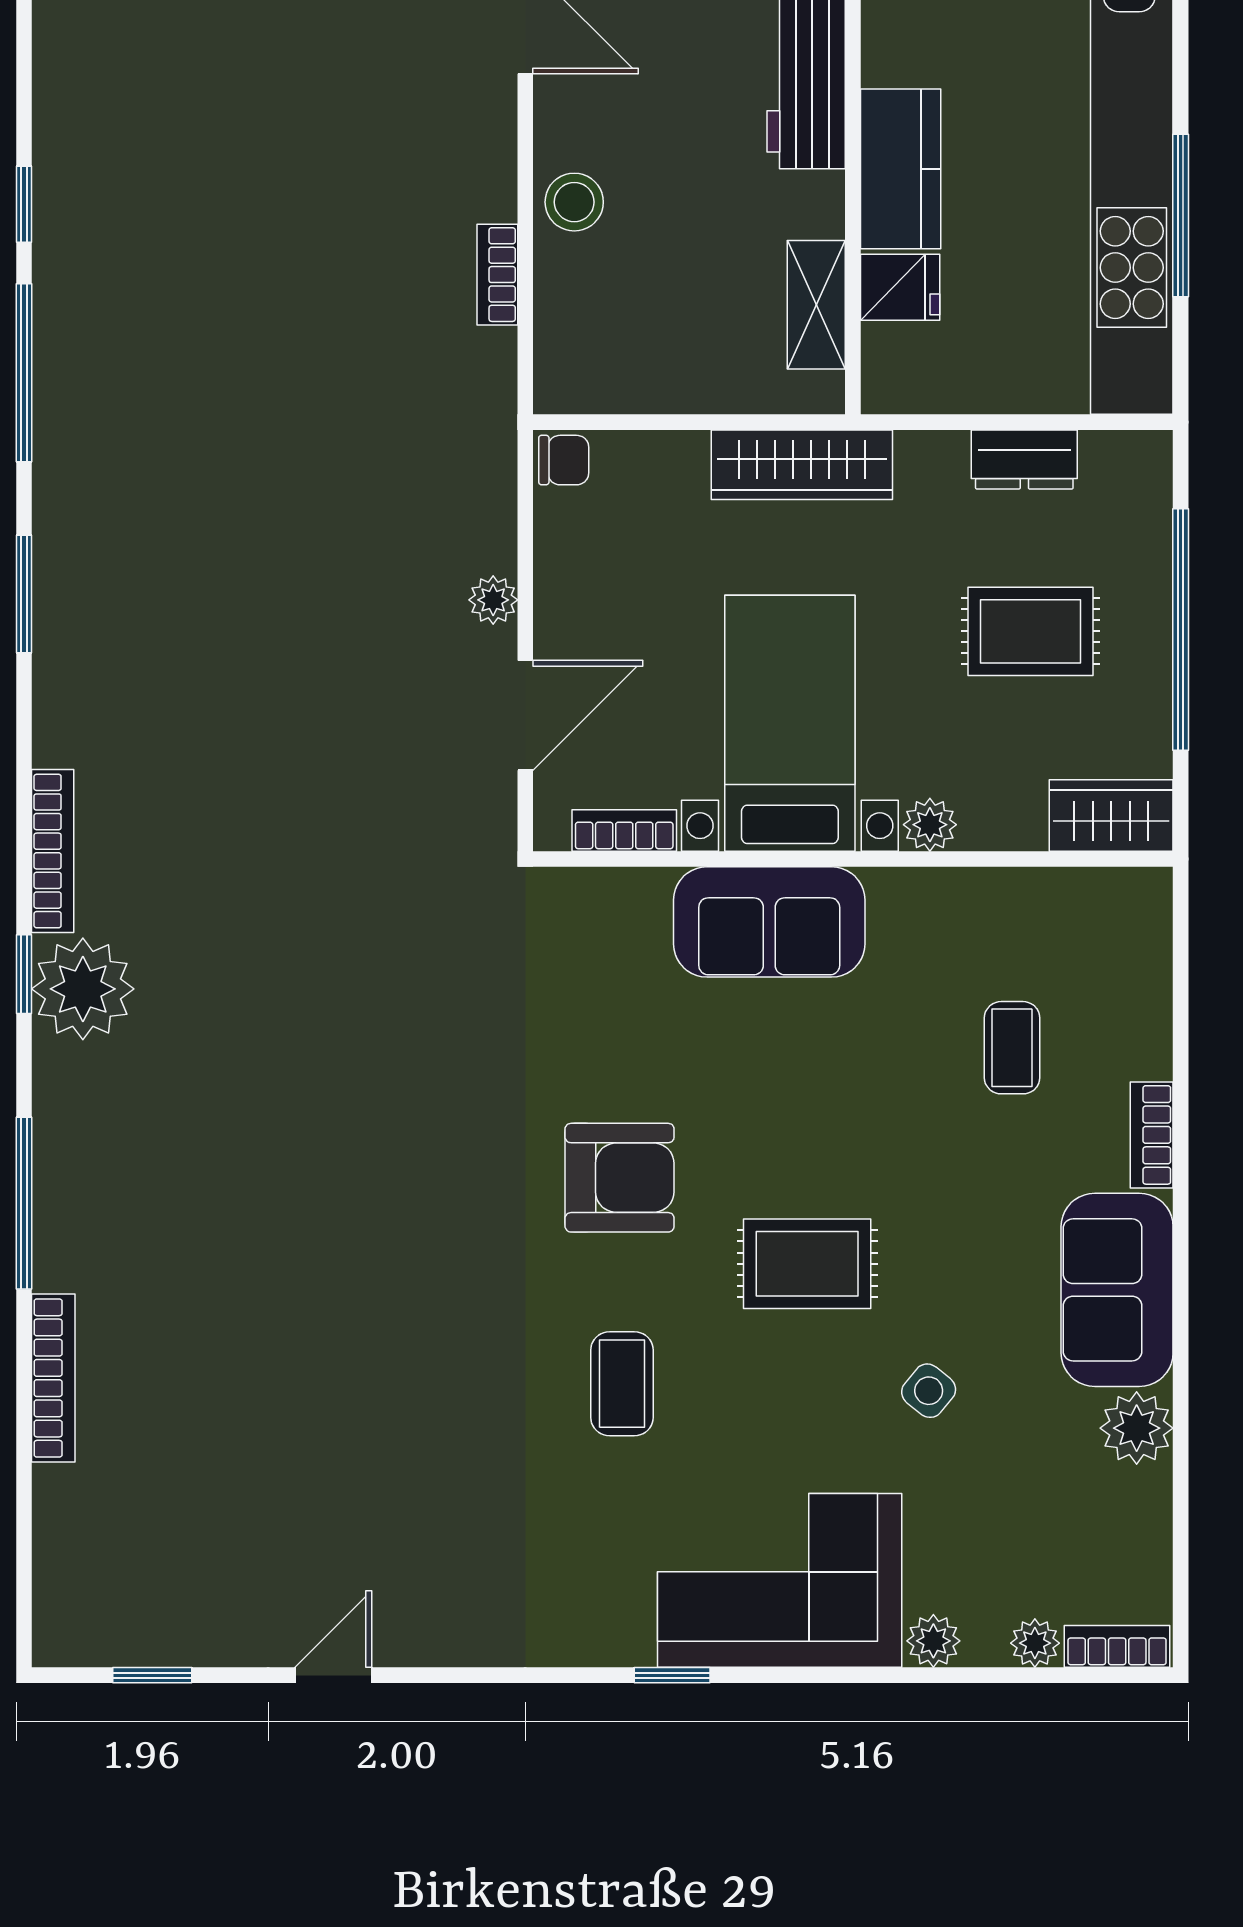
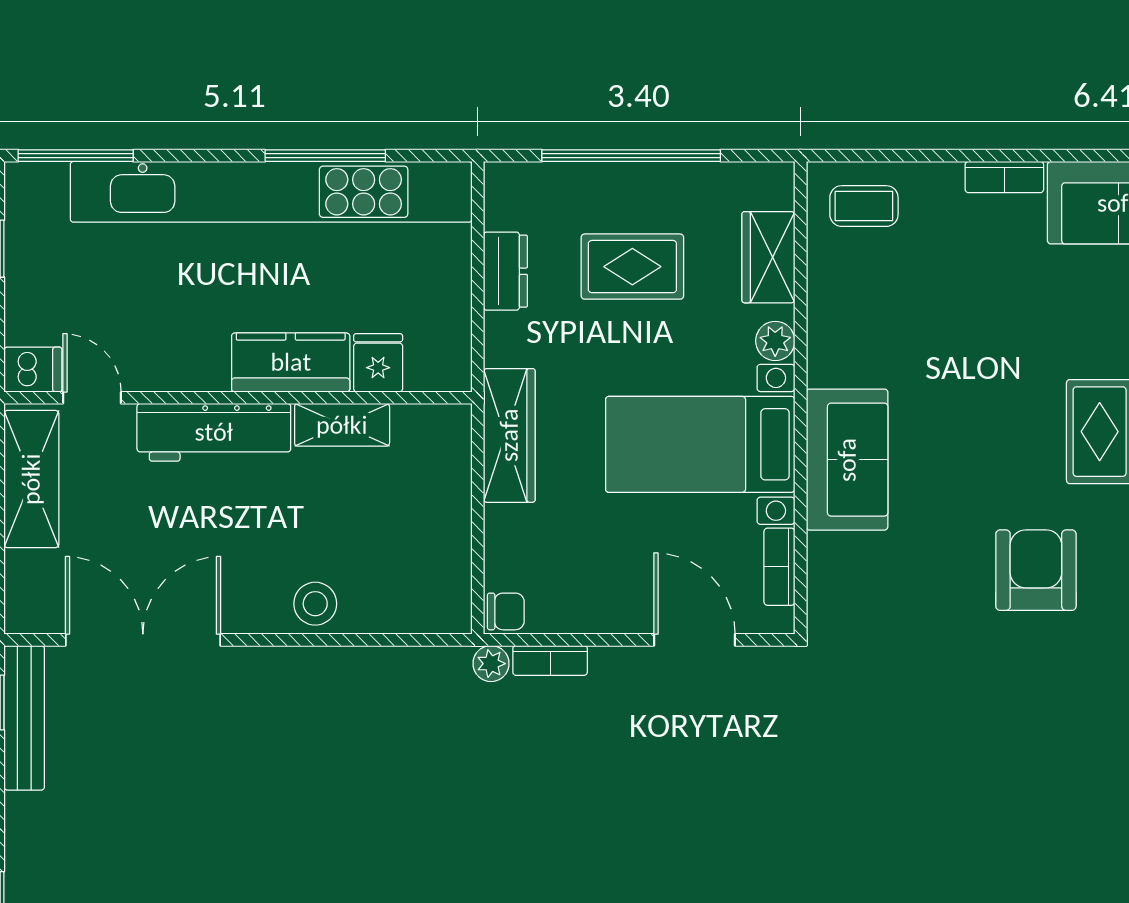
bookcase: (497, 275) -> (550, 660), moved
shelving: (816, 305) -> (342, 425), moved
chair: (564, 460) -> (506, 611), turned 90
plant: (493, 600) -> (491, 664), moved
rug: (1030, 631) -> (632, 267), turned 90
wardrobe: (1111, 815) -> (768, 257), moved
coffee table: (1012, 1048) -> (864, 206), moved

